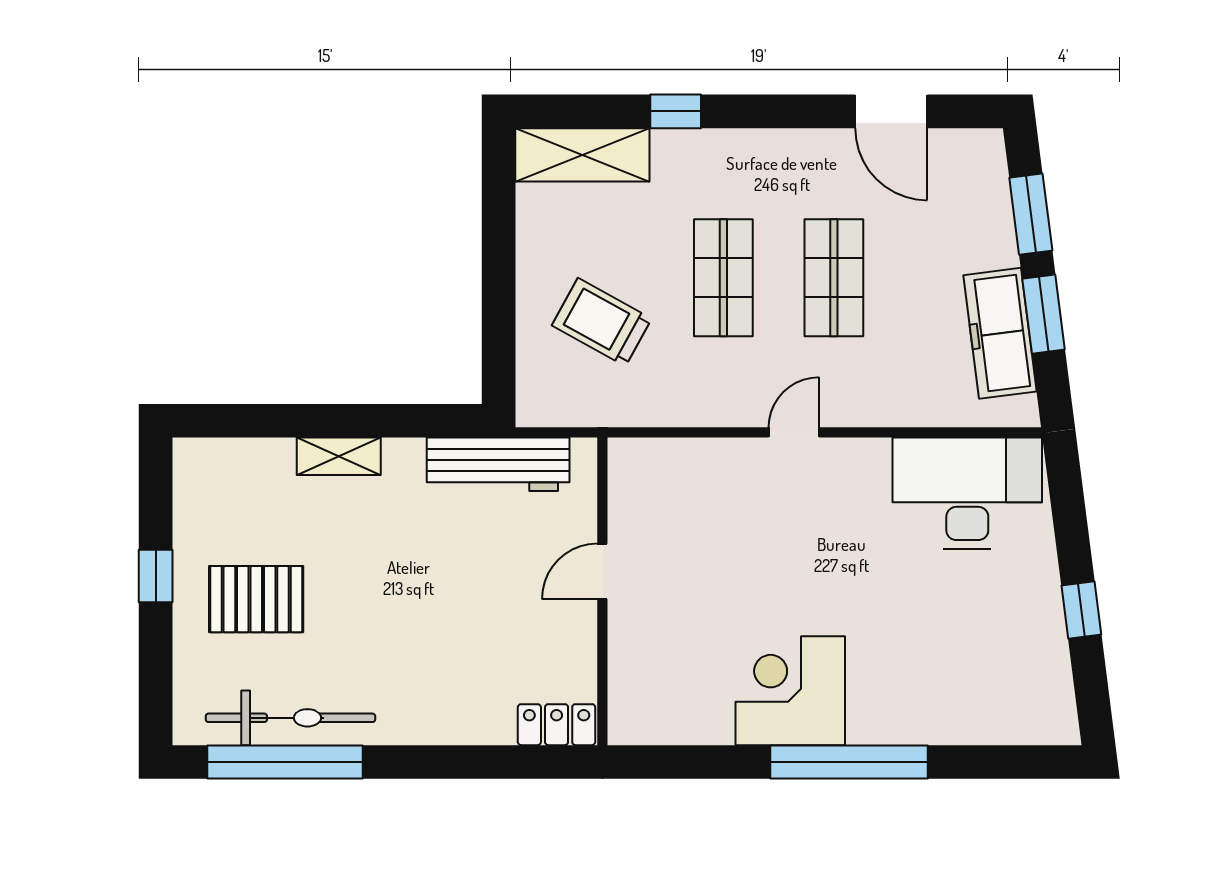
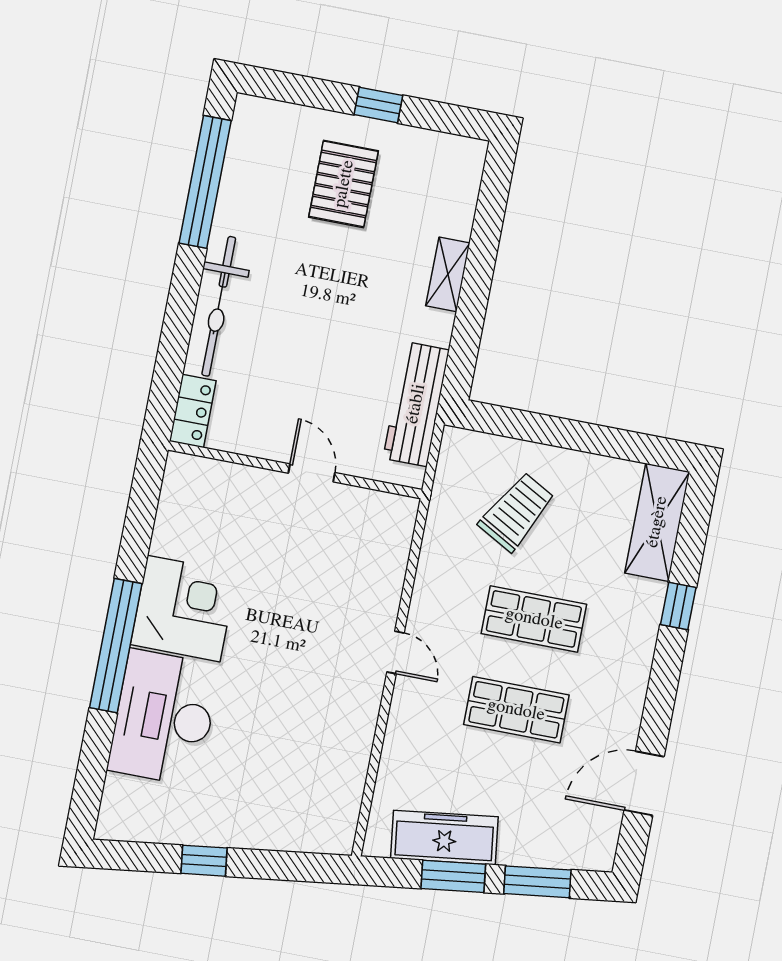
desk: (967, 493) -> (164, 718), moved, turned 180
bicycle: (291, 718) -> (219, 306), moved

